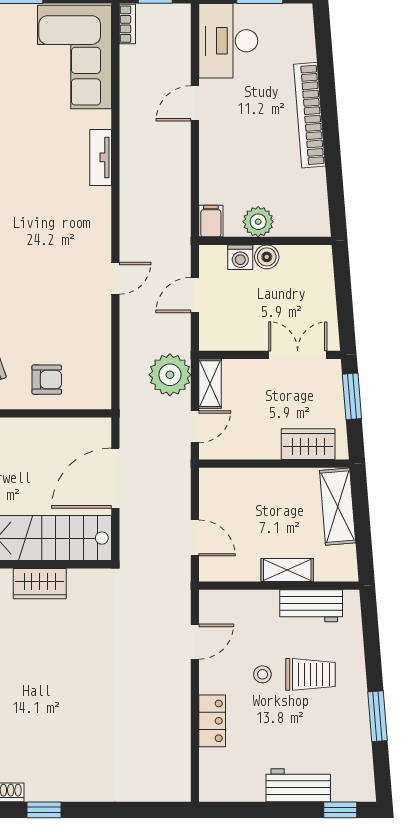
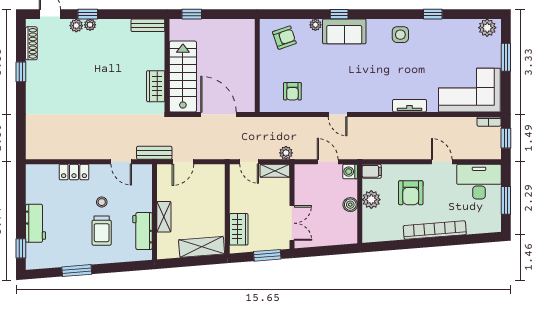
armchair: (247, 155) -> (411, 193), added
washing machine: (240, 257) -> (350, 172), moved
plant: (170, 375) -> (286, 153), width x0.53, depth x0.53
armchair: (47, 380) -> (292, 91), moved
wardrobe: (40, 584) -> (156, 86), moved
bench: (180, 586) -> (154, 153), added

